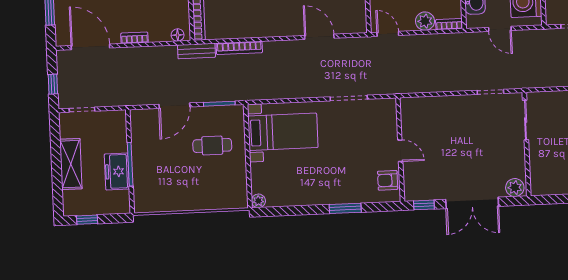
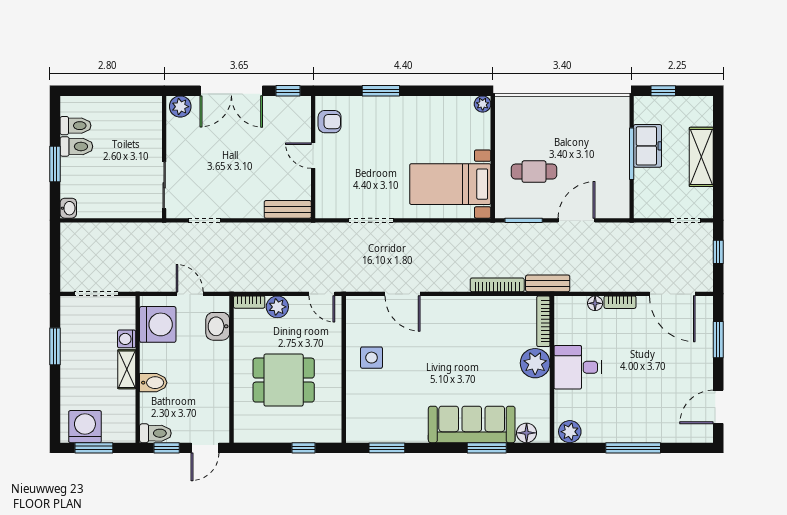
floor lamp: (178, 35) -> (595, 303), moved
bench: (420, 104) -> (288, 209), added
double door: (472, 203) -> (231, 91), swing flipped
window: (87, 220) -> (663, 91), moved

